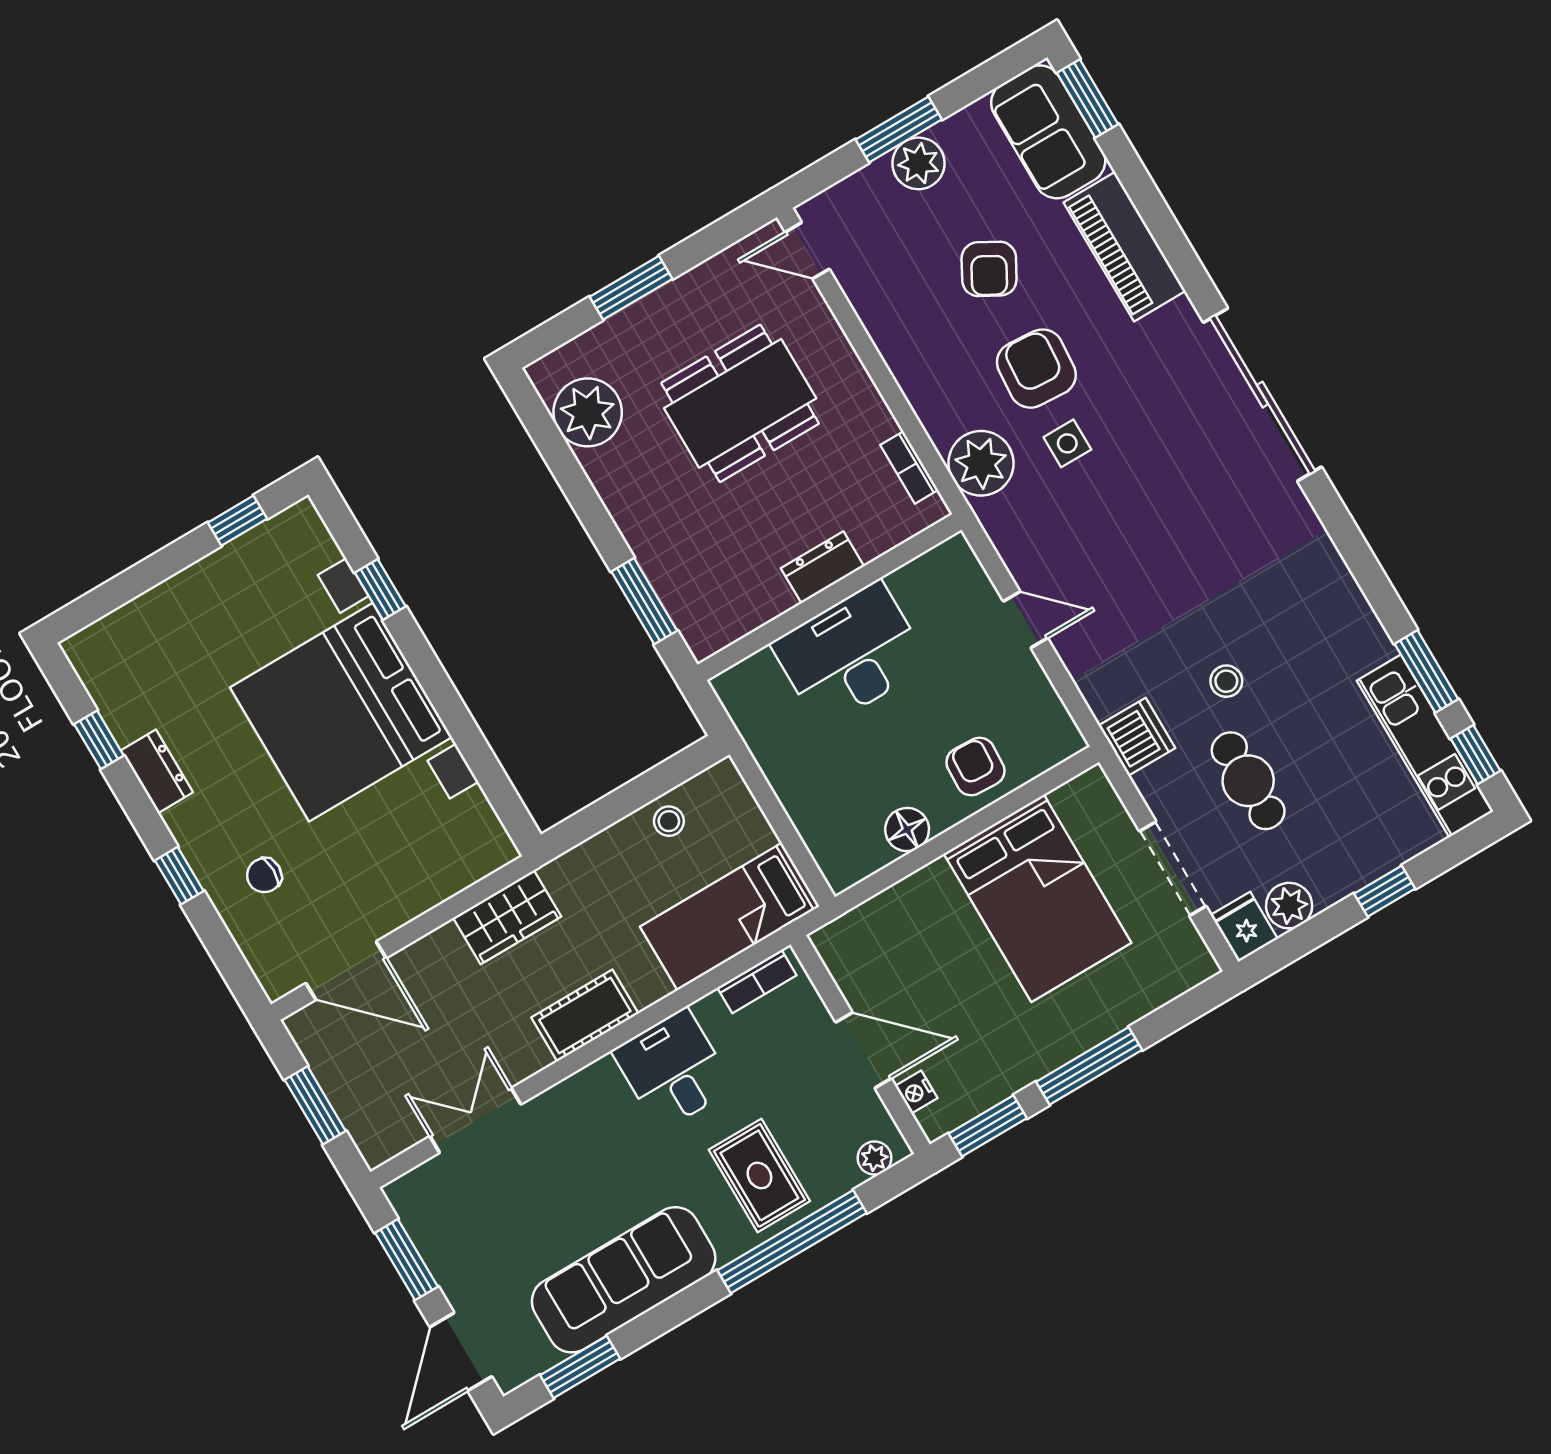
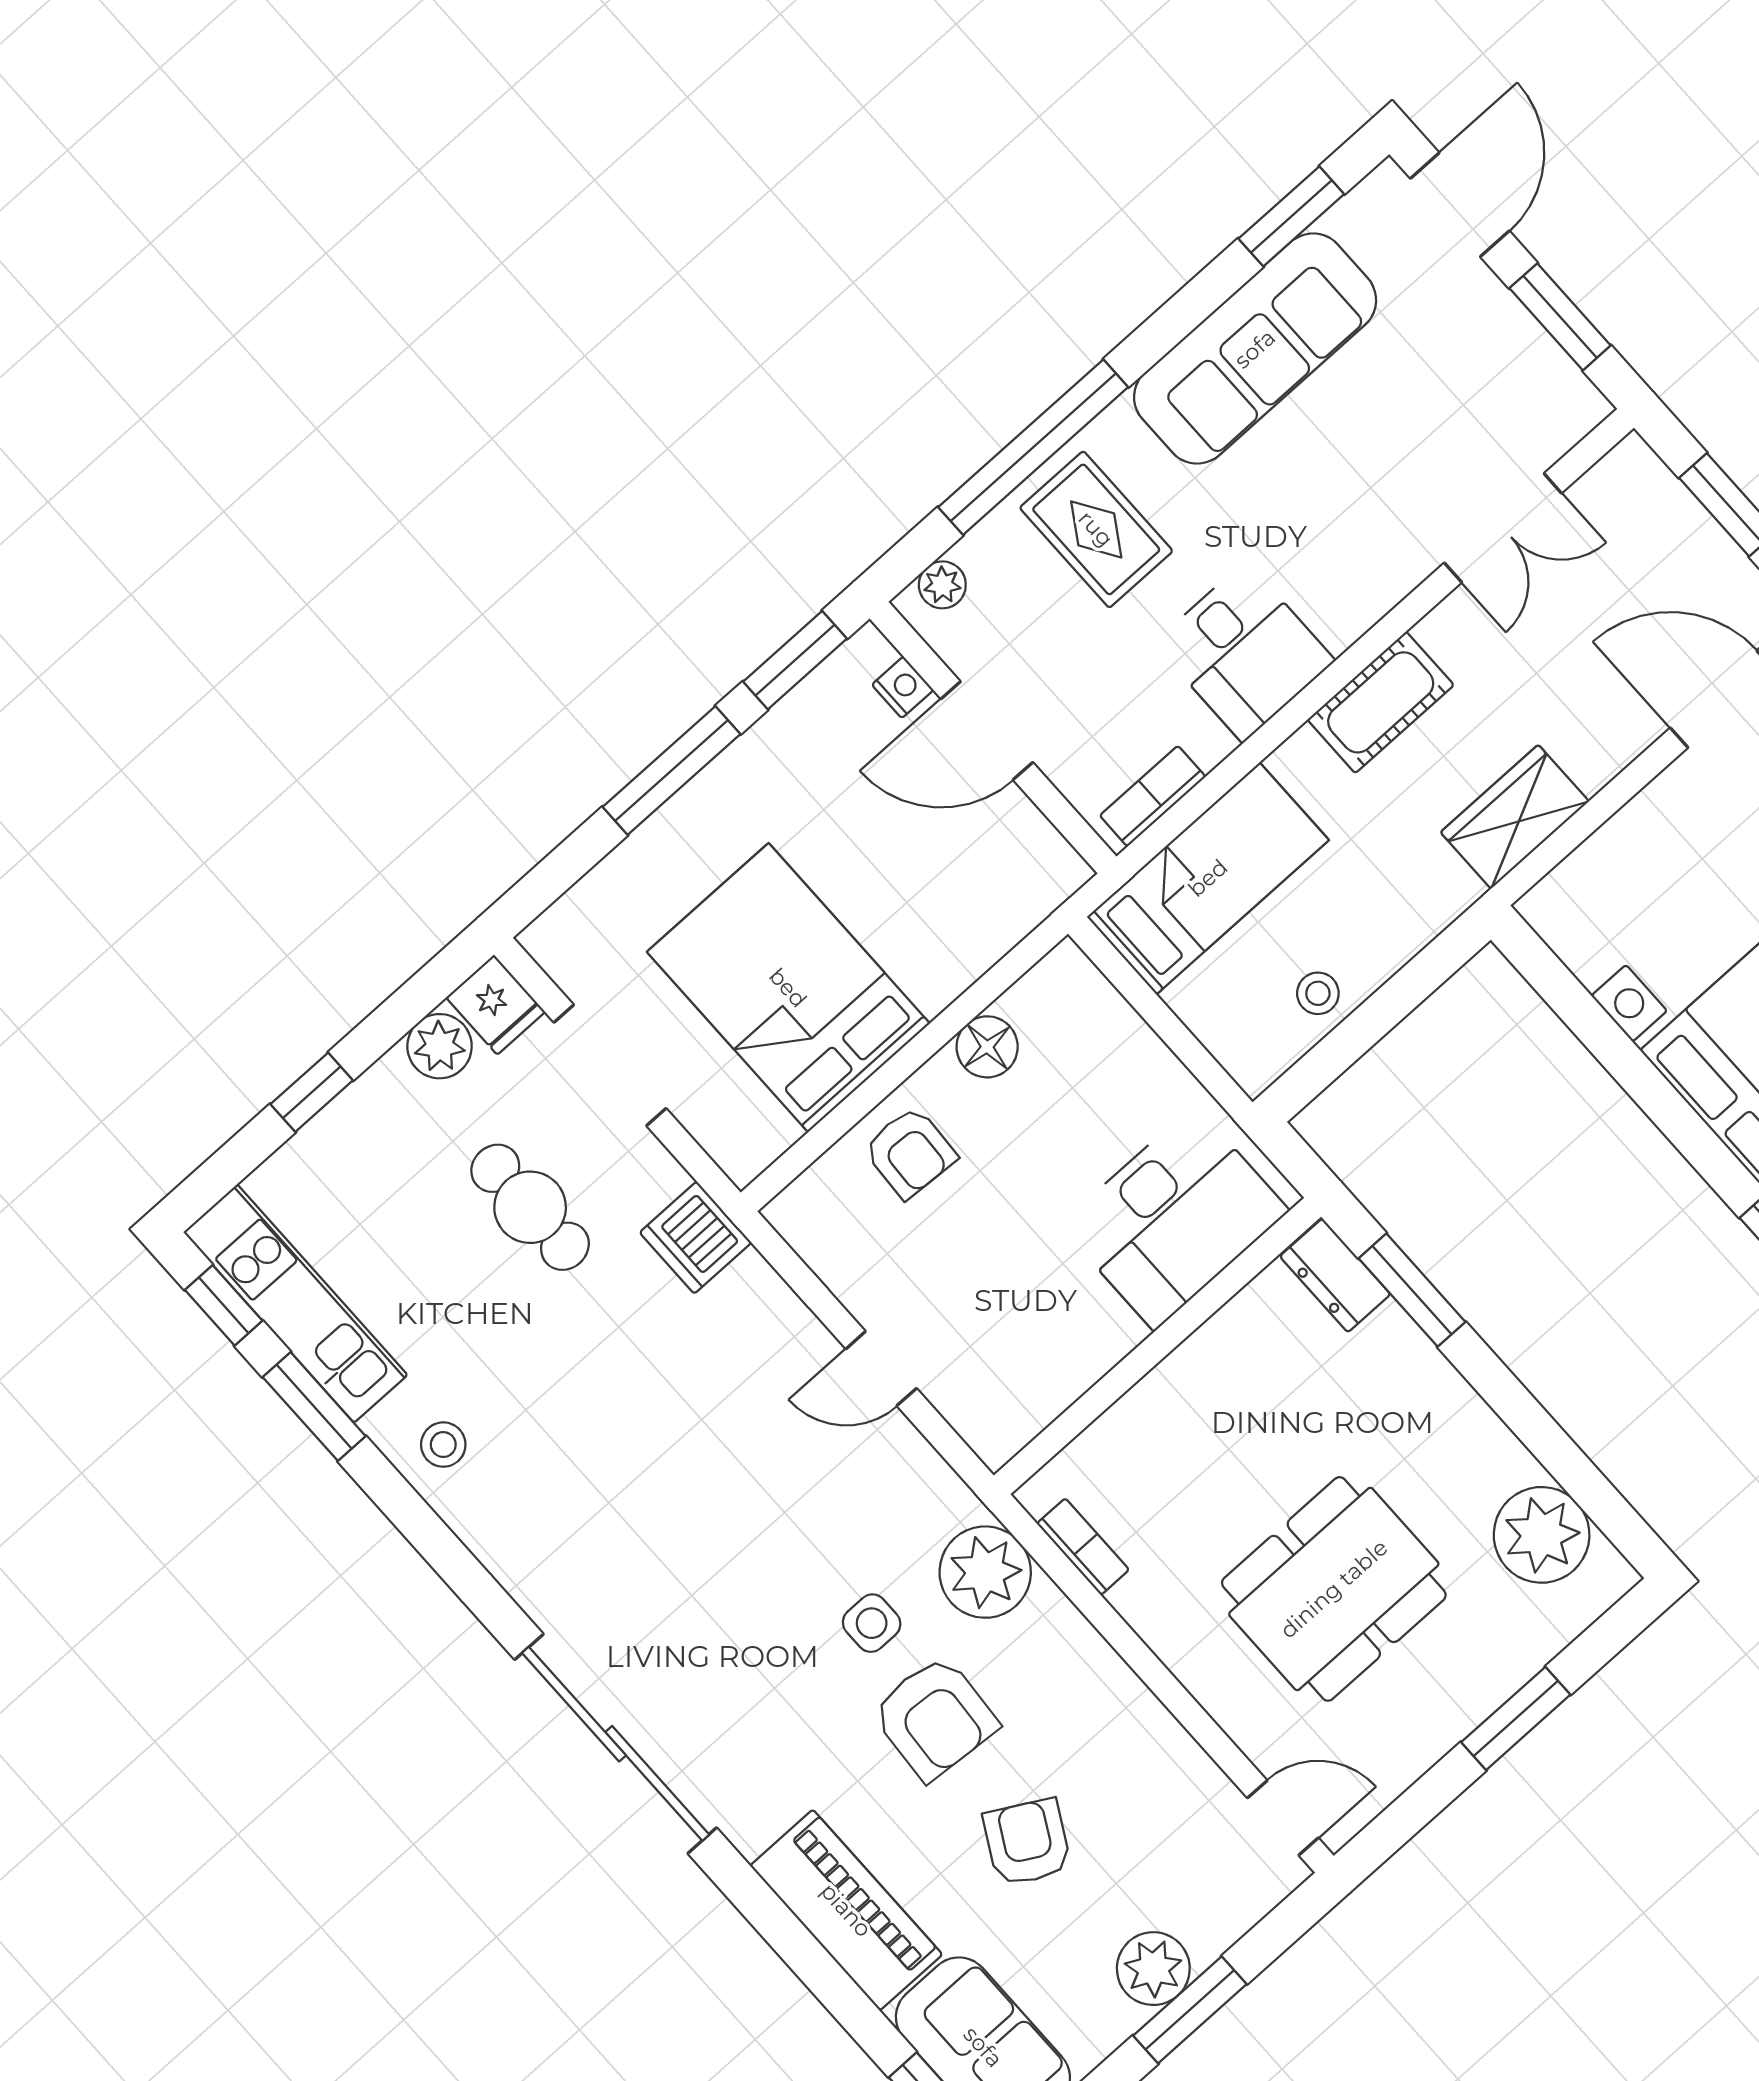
dresser: (822, 567) -> (1335, 1275), moved, turned 90
desk: (850, 654) -> (1174, 1218), moved
stool: (1226, 681) -> (443, 1445), moved

